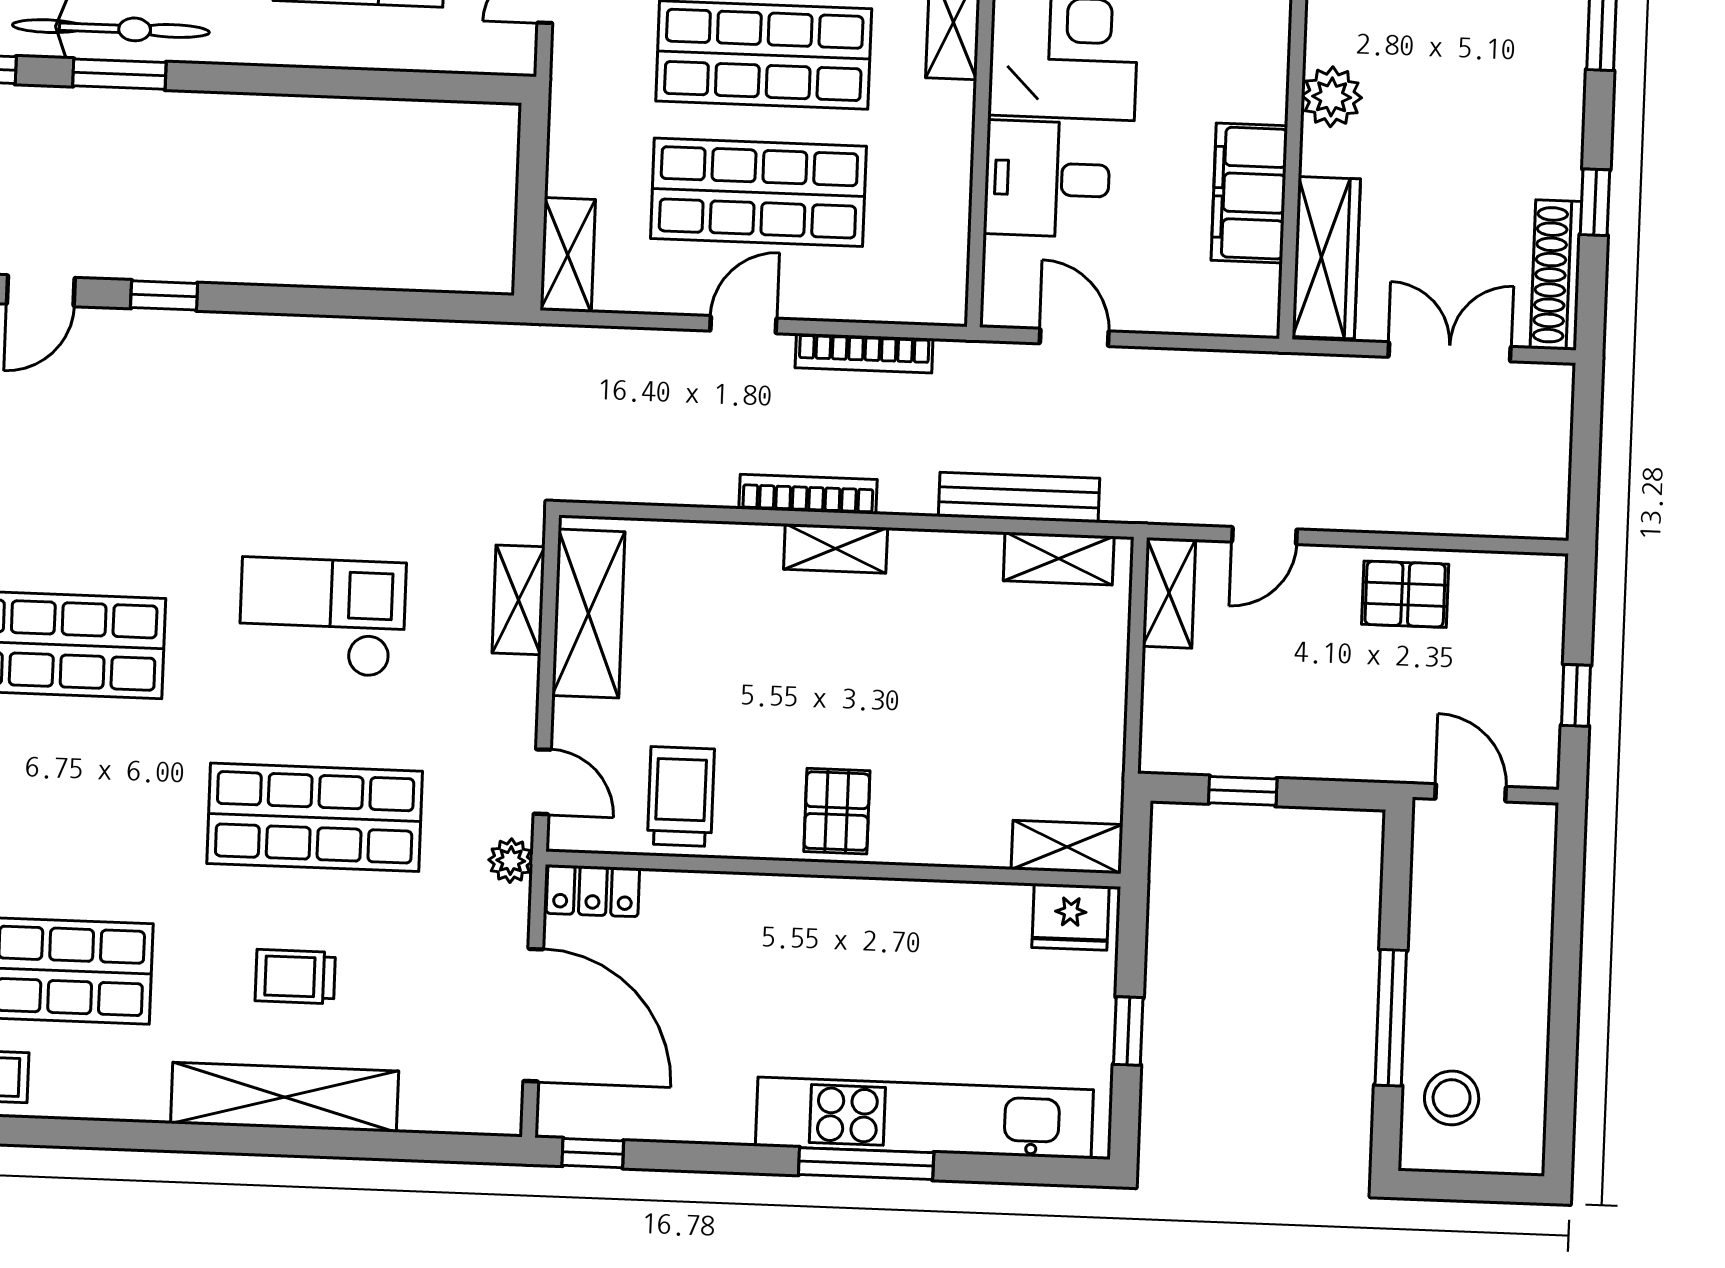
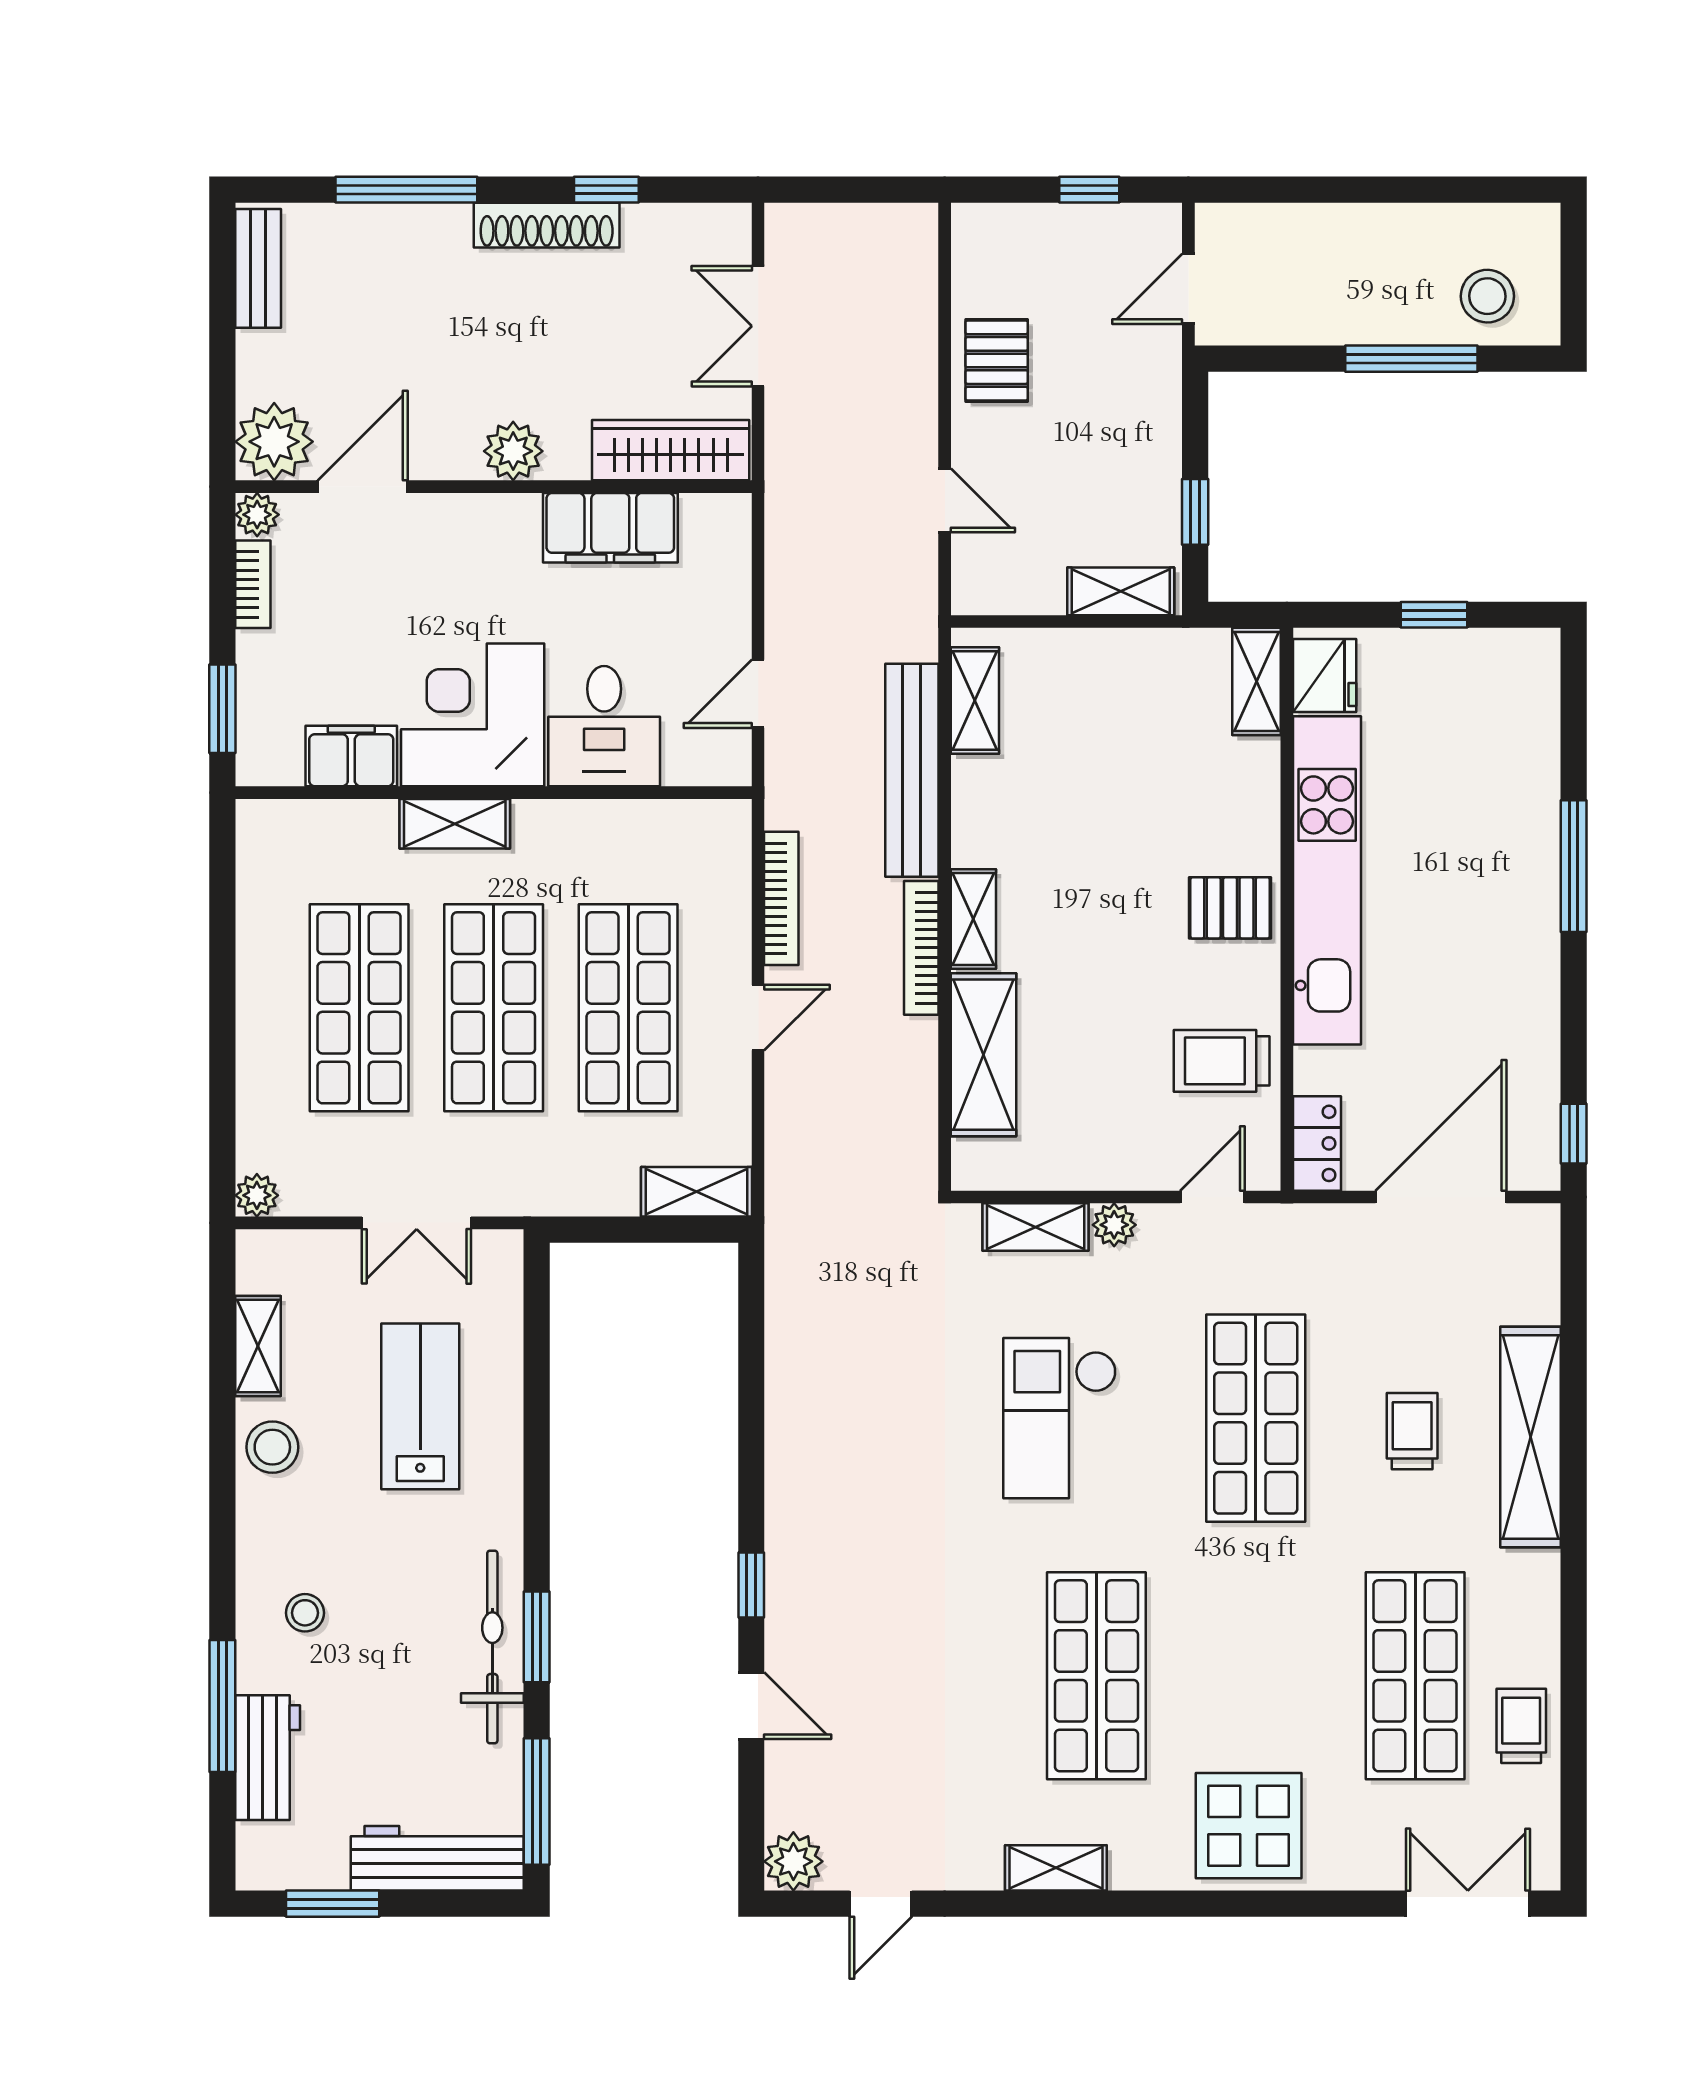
shoe rack: (1556, 275) -> (547, 225), moved
door: (743, 325) -> (758, 1018), swing flipped
bench: (1019, 497) -> (912, 770), width x1.37, depth x1.21
shelving: (1169, 593) -> (1121, 591), moved
shelving: (588, 614) -> (984, 1055), moved, turned 90
plant: (511, 861) -> (1114, 1225), moved
trolley: (295, 977) -> (1412, 1431), turned 180
kitchen unit: (924, 1118) -> (1327, 880), moved, turned 180

